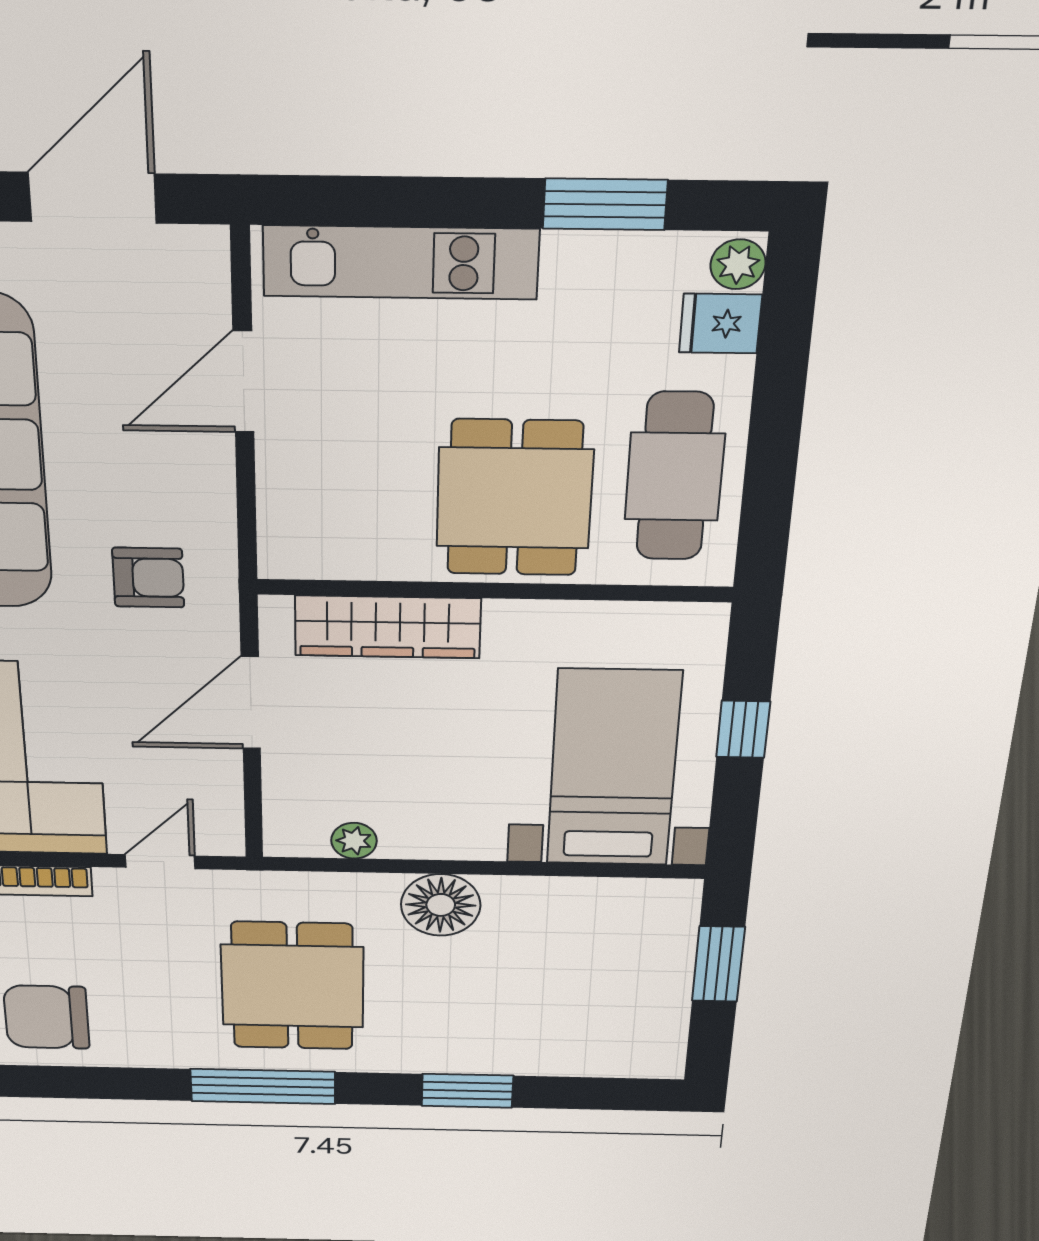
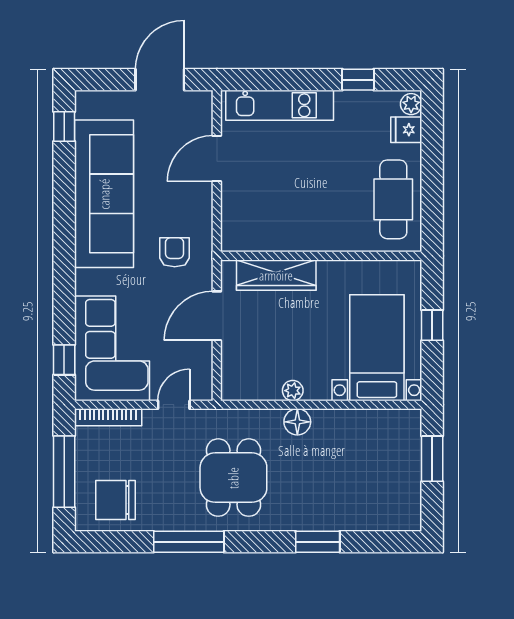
window: (605, 204) -> (358, 80), width x0.67
dining table: (514, 498) -> (328, 211), removed
armchair: (148, 578) -> (175, 252), turned -90
plant: (354, 841) -> (293, 391), moved
floor lamp: (441, 905) -> (297, 422), width x0.73, depth x0.73
window: (263, 1086) -> (189, 542), moved

